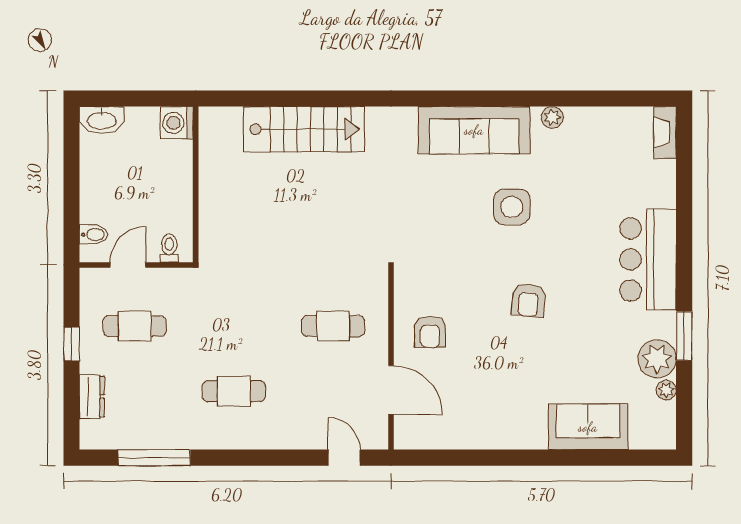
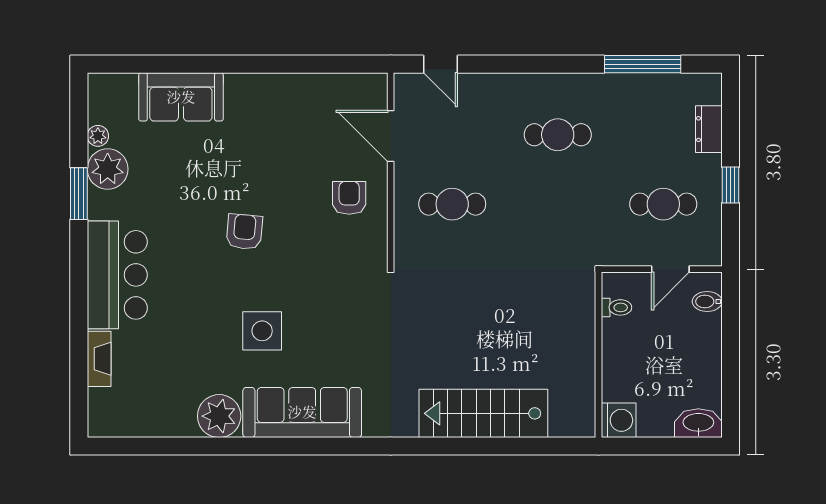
plant: (552, 117) -> (219, 416), width x1.87, depth x1.87
fireplace: (665, 133) -> (99, 359), moved
toilet: (169, 248) -> (616, 307), moved, turned -90

